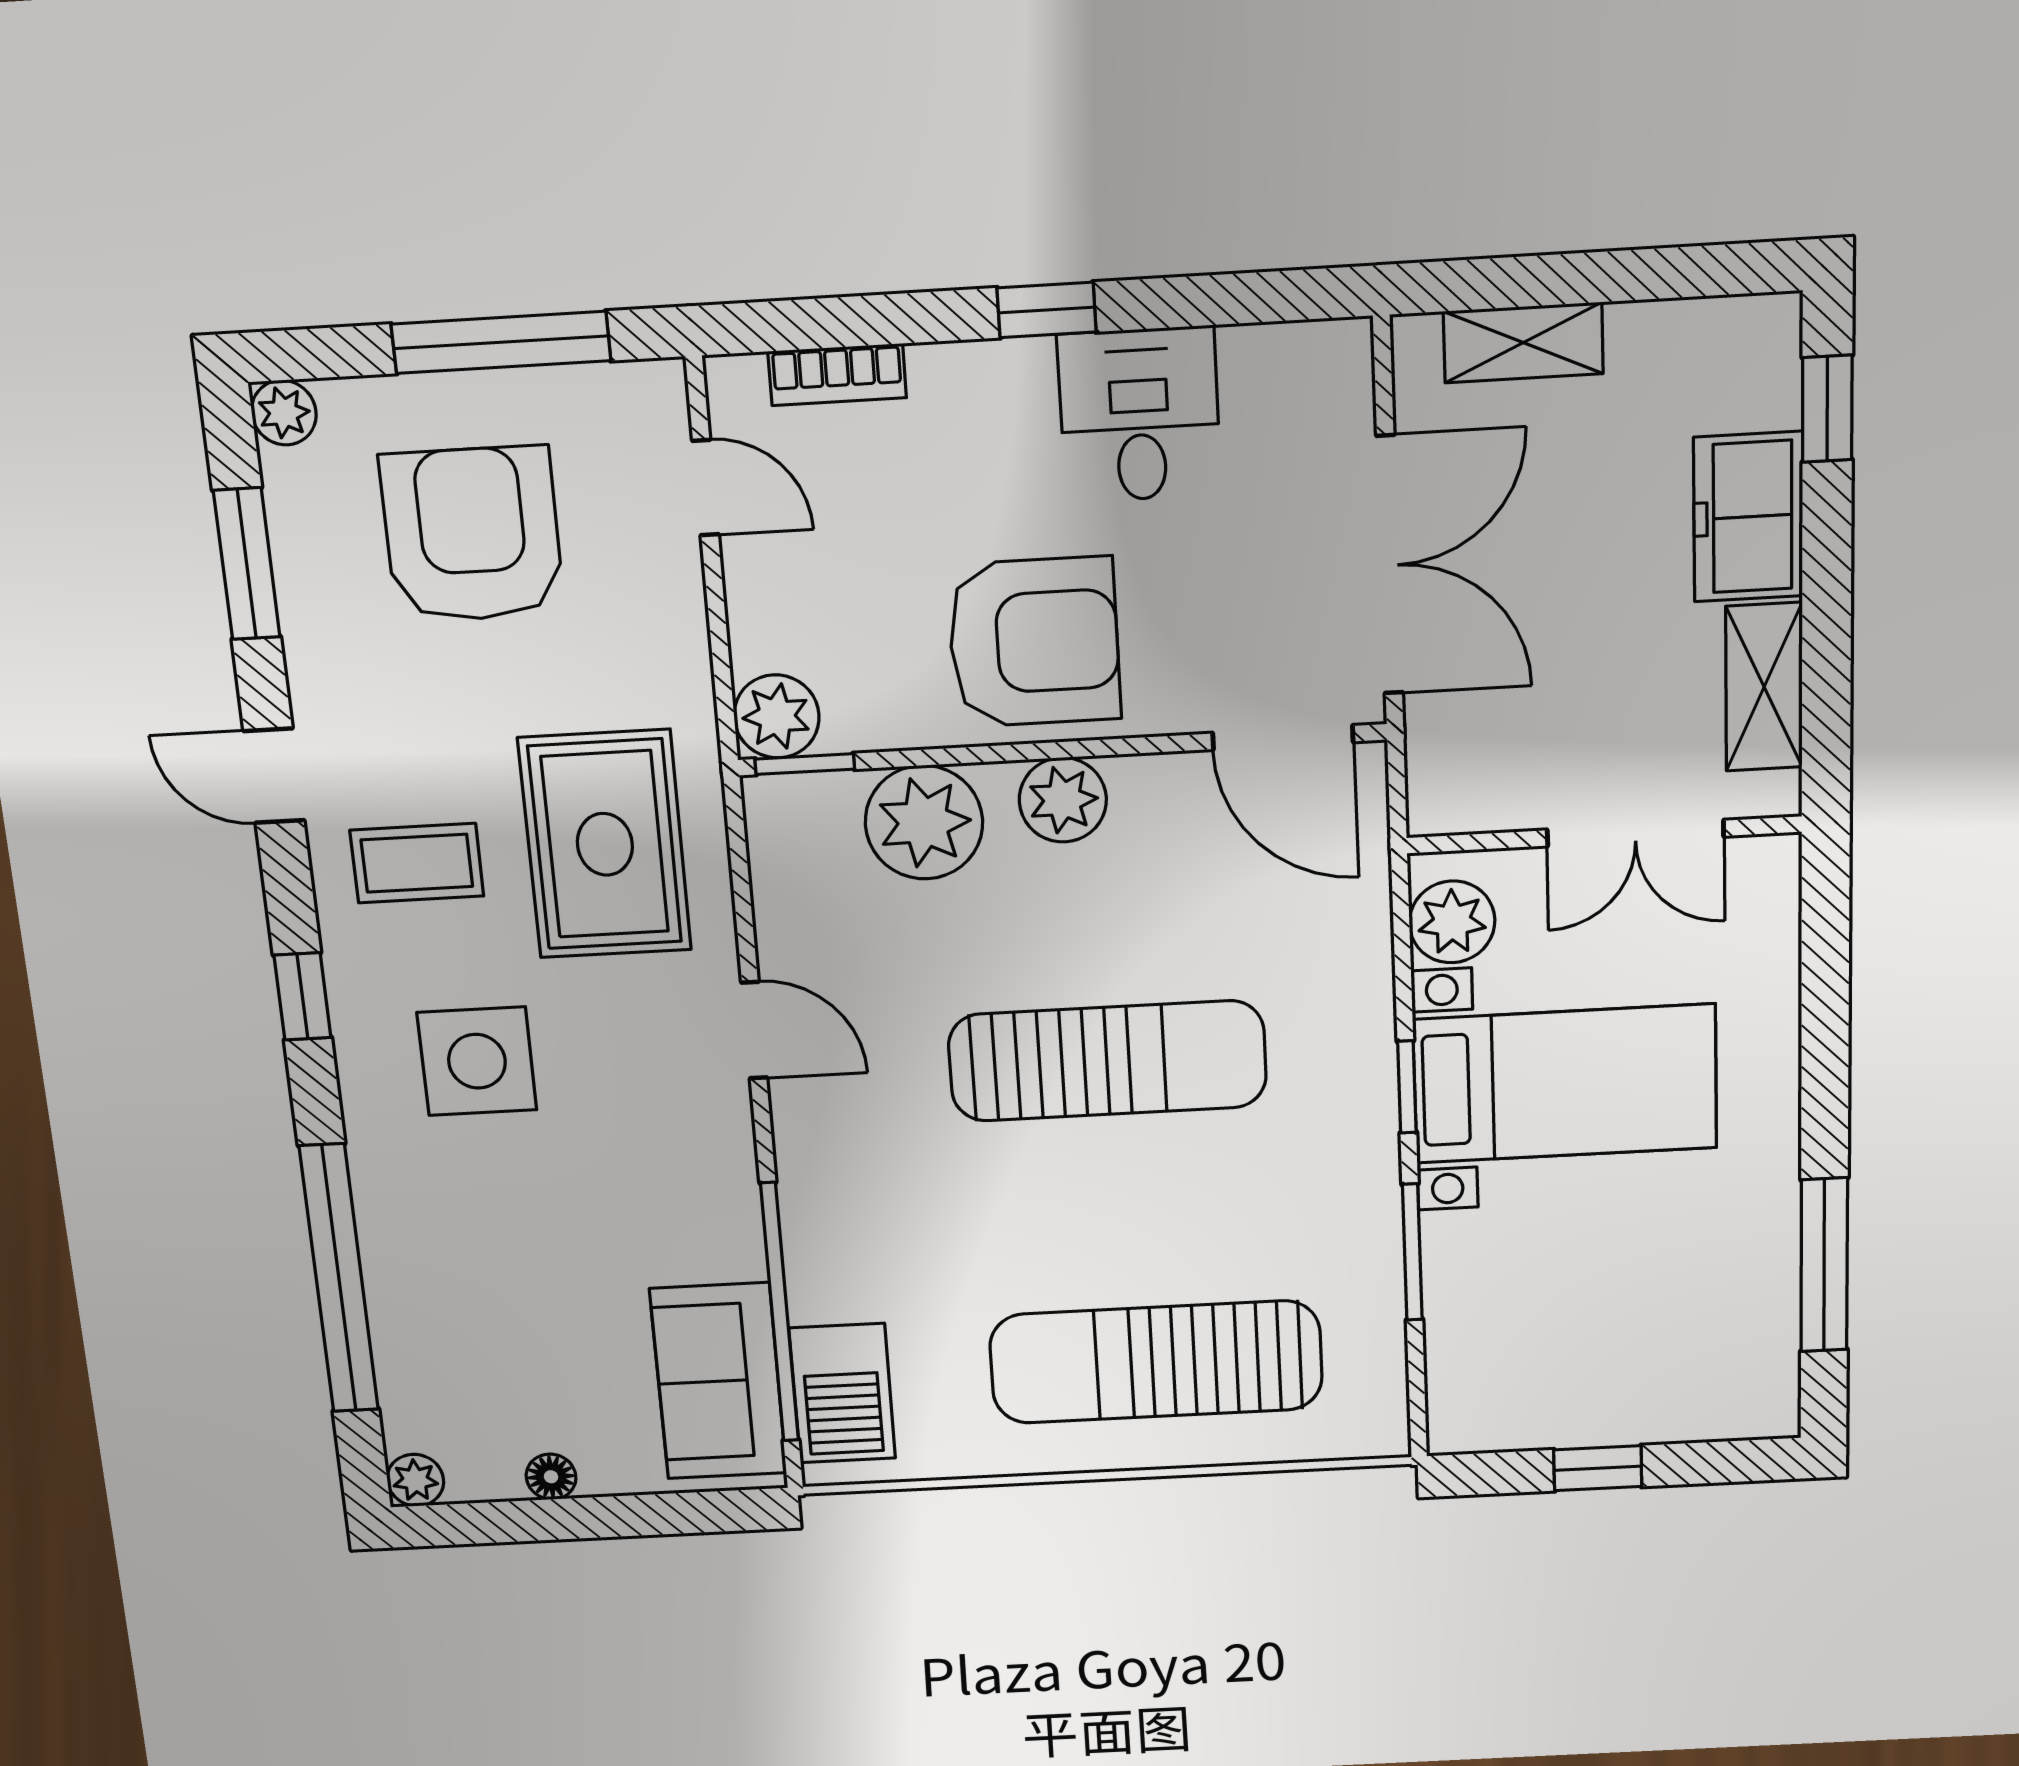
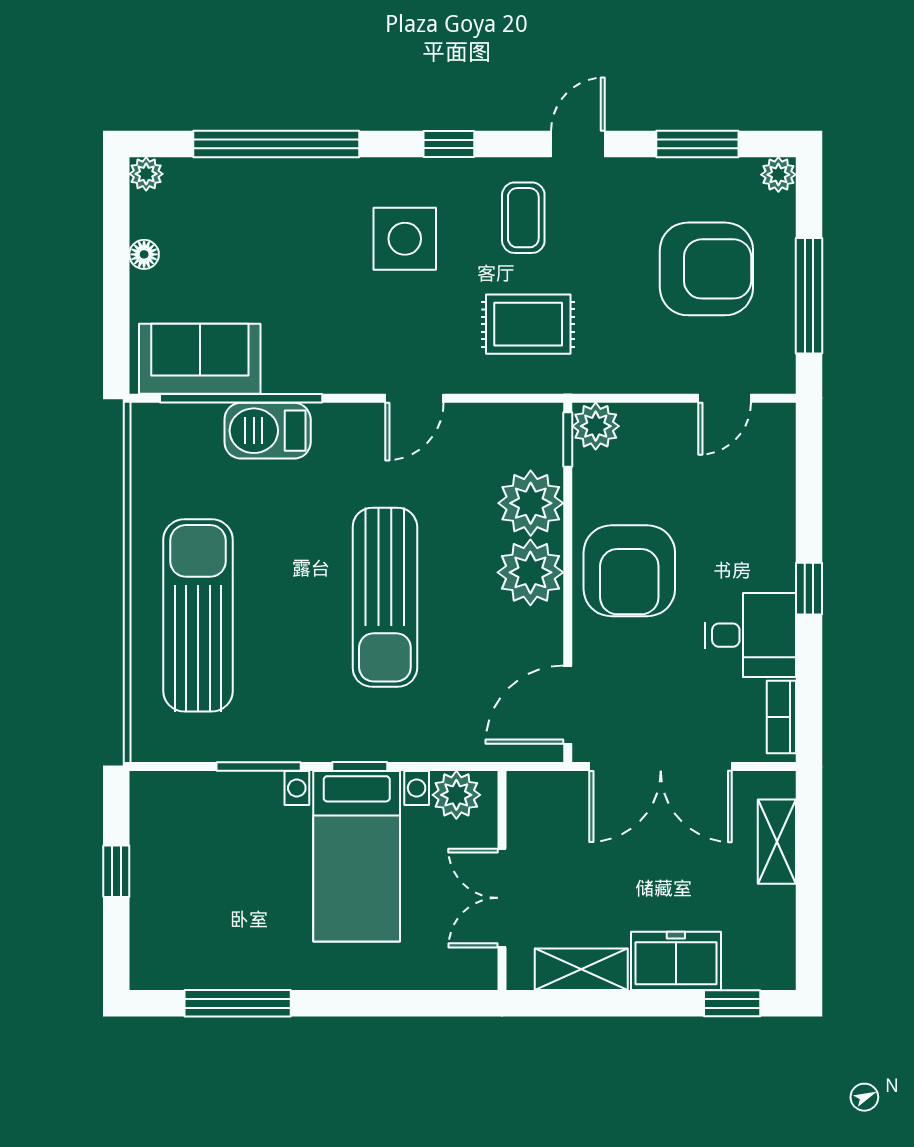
bookcase: (837, 375) -> (781, 717), moved
plant: (1063, 800) -> (530, 572), width x1.36, depth x1.36
rug: (605, 844) -> (528, 324), width x0.73, depth x0.70
barbecue: (842, 1393) -> (268, 431), moved

